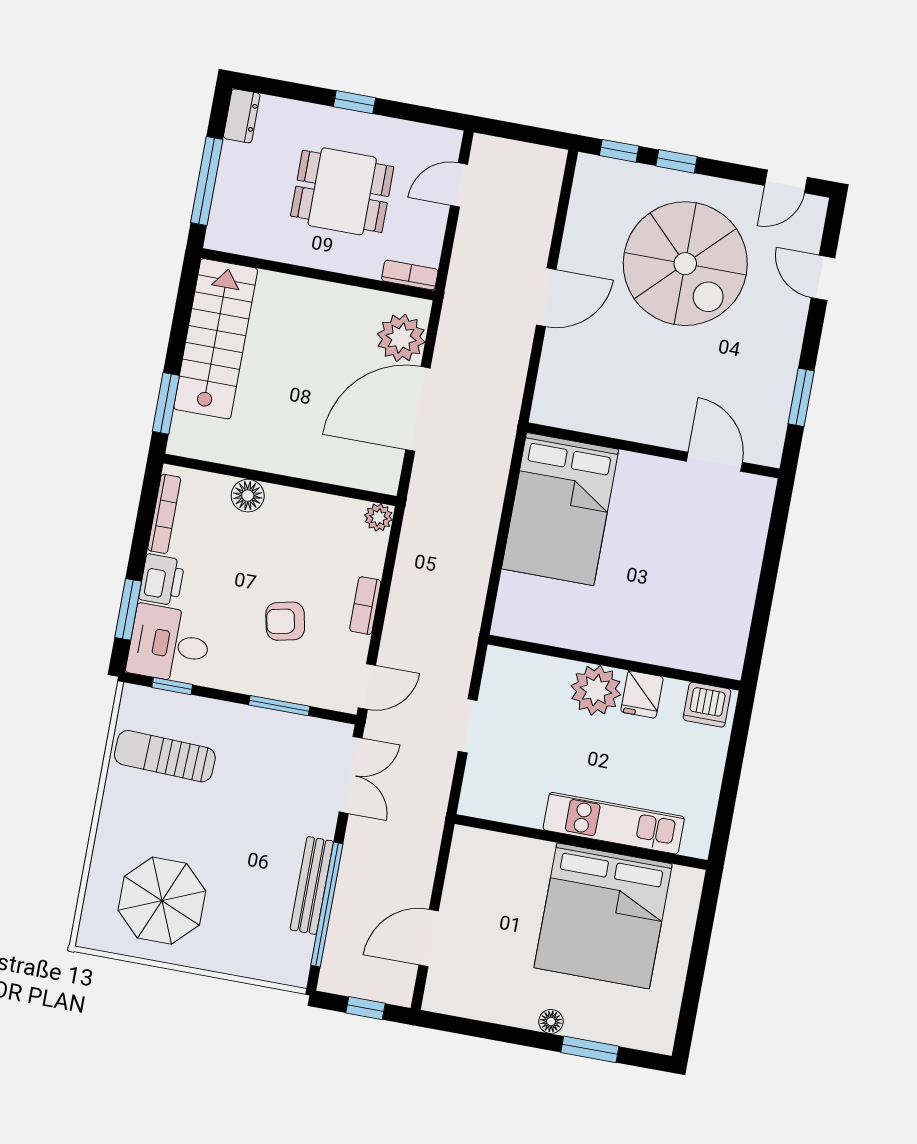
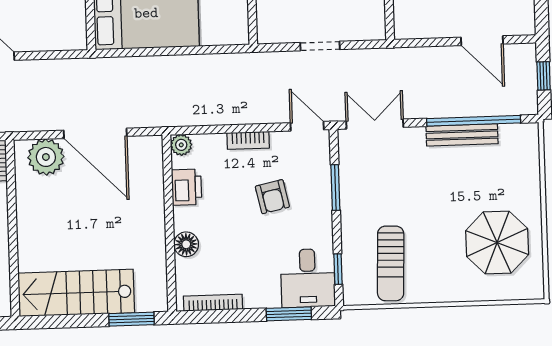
printer: (162, 580) -> (187, 187), moved, turned 90

